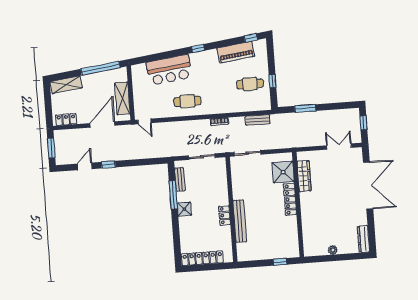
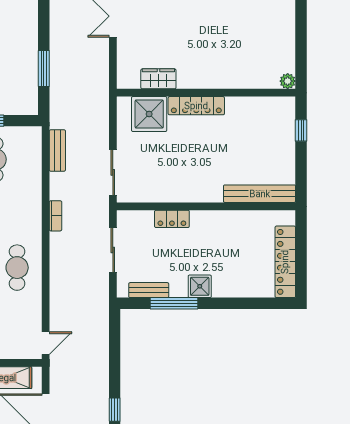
wardrobe: (304, 176) -> (158, 79), width x0.67
locker: (225, 215) -> (172, 219), moved
bench: (240, 221) -> (260, 194), moved
plant: (333, 250) -> (288, 81), moved

